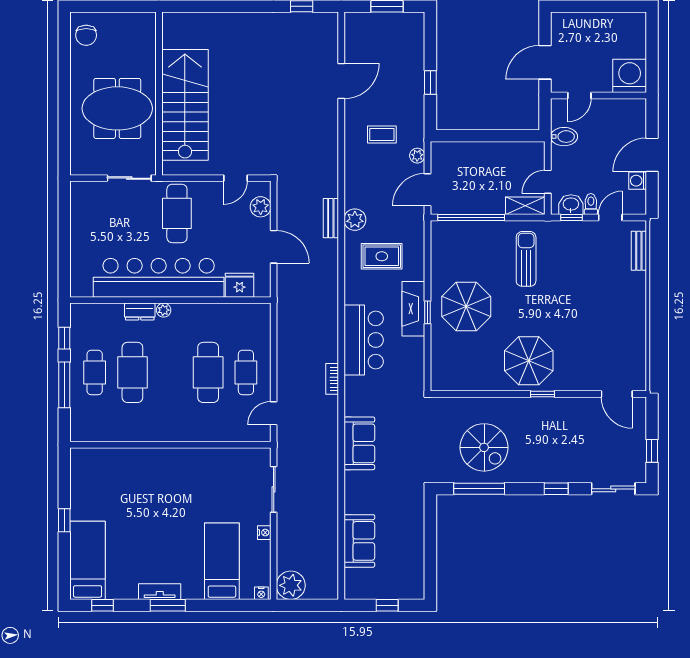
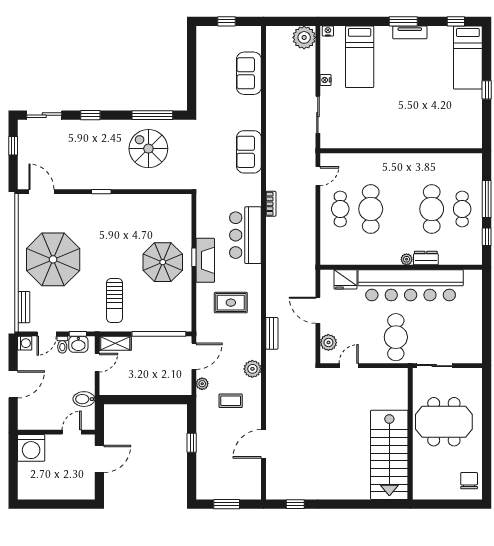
stairs: (185, 105) -> (389, 455), moved
washing machine: (638, 181) -> (25, 343), moved
plant: (355, 220) -> (252, 369), moved
parasol: (529, 361) -> (53, 259), moved, width x1.36, depth x1.36

